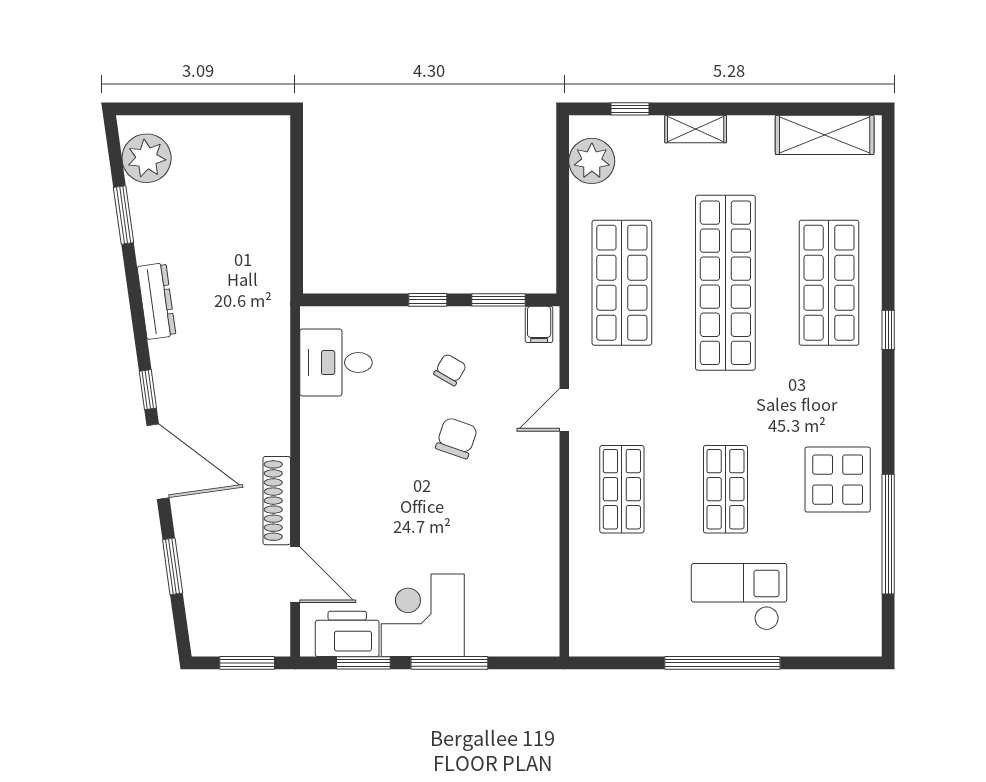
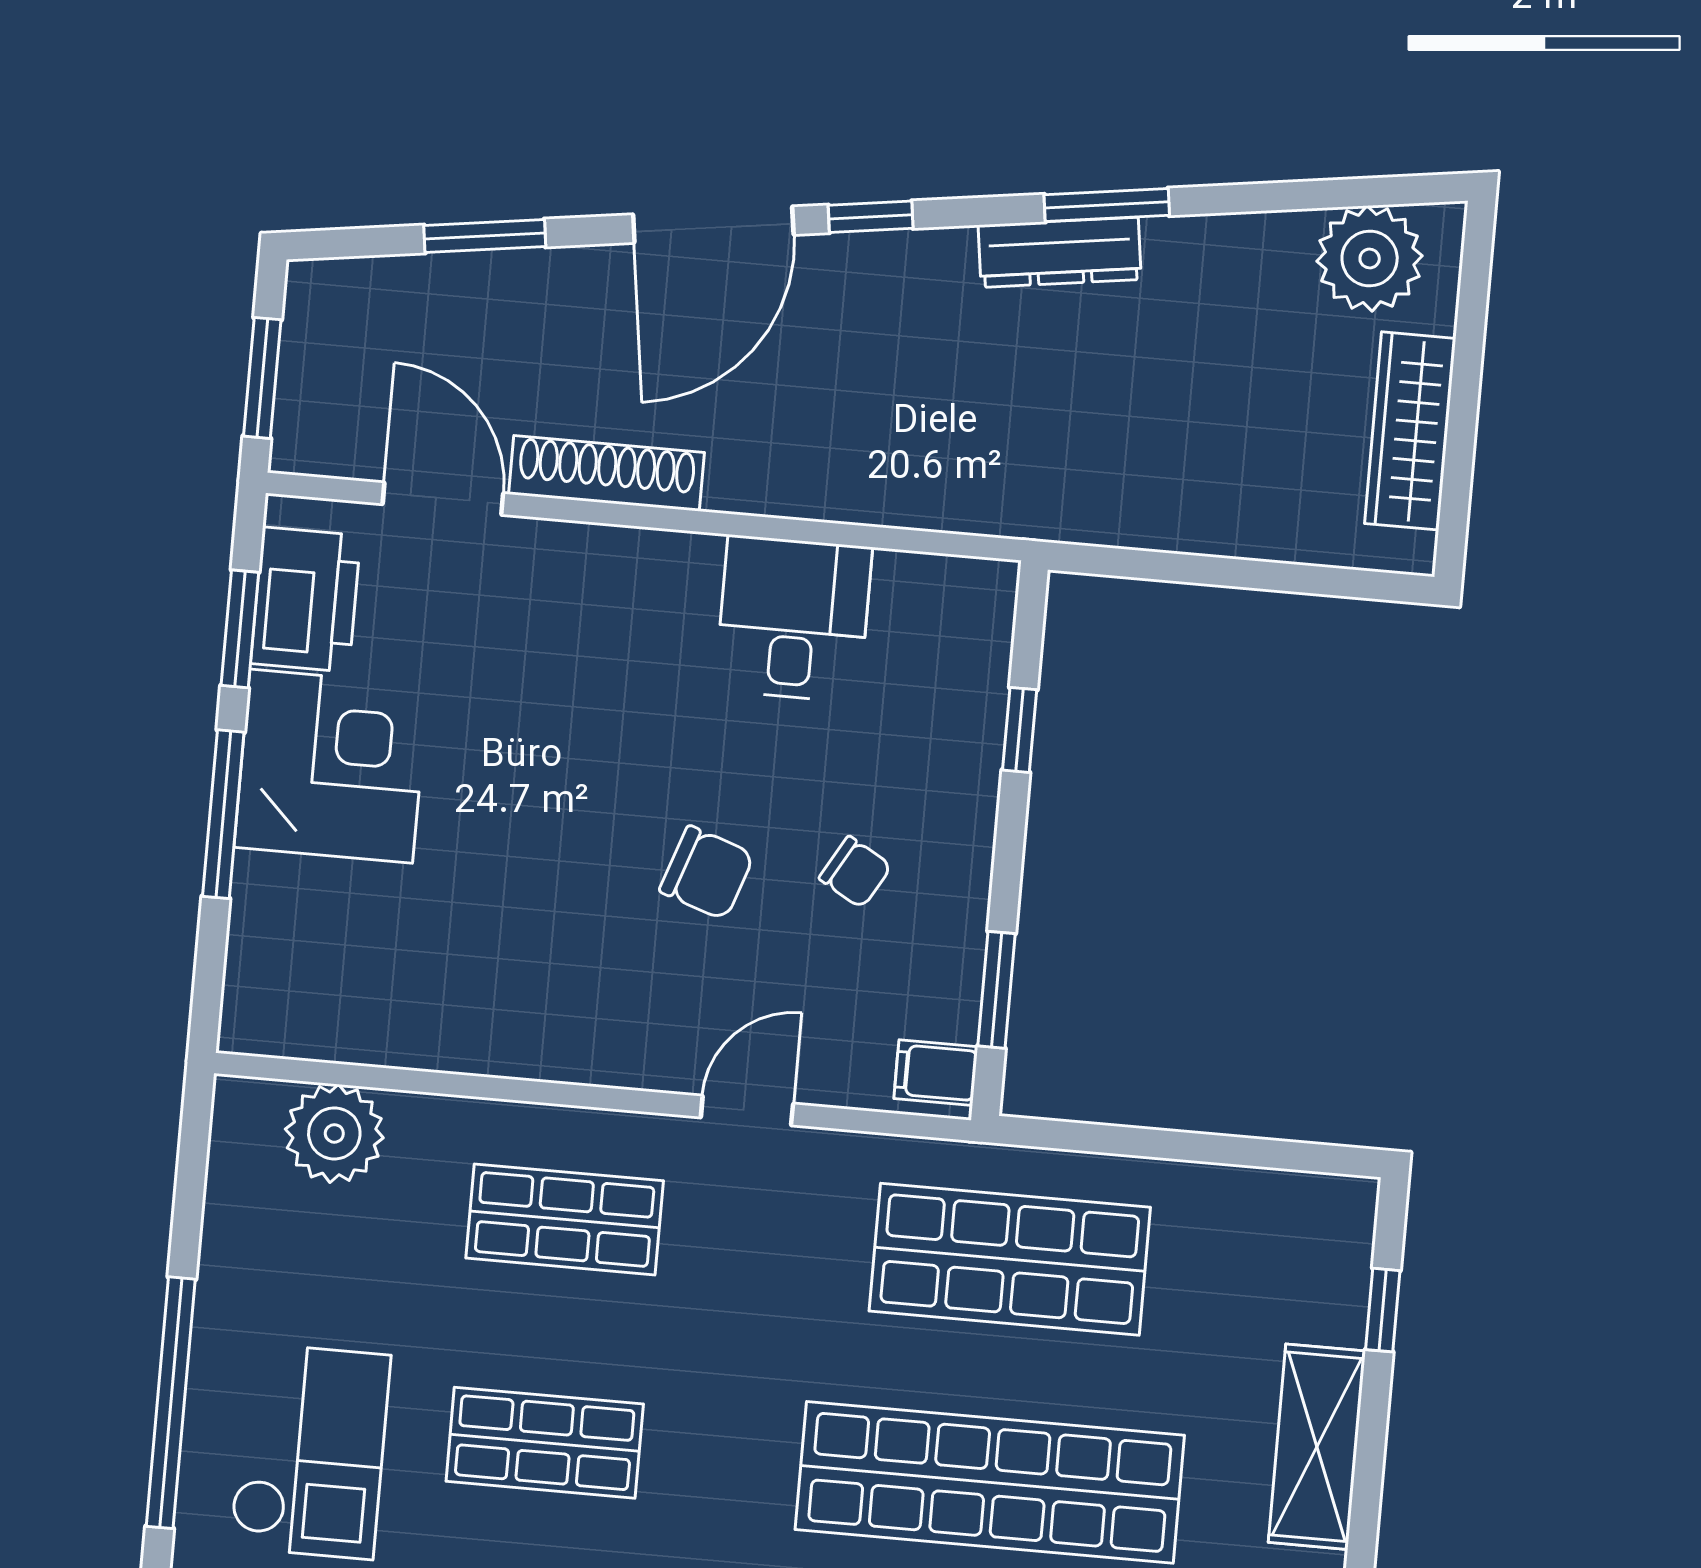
shelving: (696, 129) -> (1317, 1447), width x1.50, depth x1.33
wardrobe: (224, 132) -> (1410, 431), added
plant: (592, 161) -> (334, 1133), moved
window: (124, 215) -> (1107, 205), moved
window: (428, 300) -> (1020, 730), moved
desk: (336, 362) -> (793, 619), moved
door: (564, 410) -> (747, 1111), hinge flipped
door: (295, 575) -> (443, 499), swing flipped

